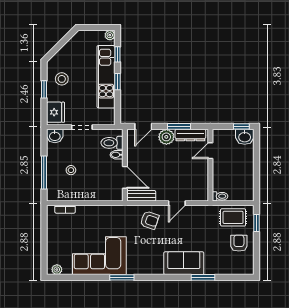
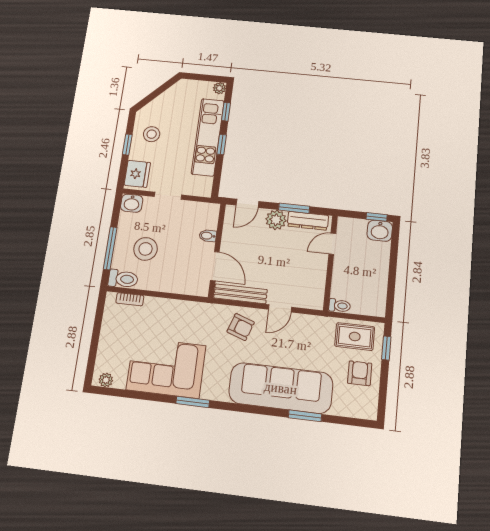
toilet: (112, 143) -> (123, 279), moved, turned 180
stool: (71, 170) -> (146, 249), width x1.89, depth x1.89
bench: (141, 196) -> (241, 294), width x1.36
sofa: (184, 263) -> (281, 388), width x1.85, depth x1.27

